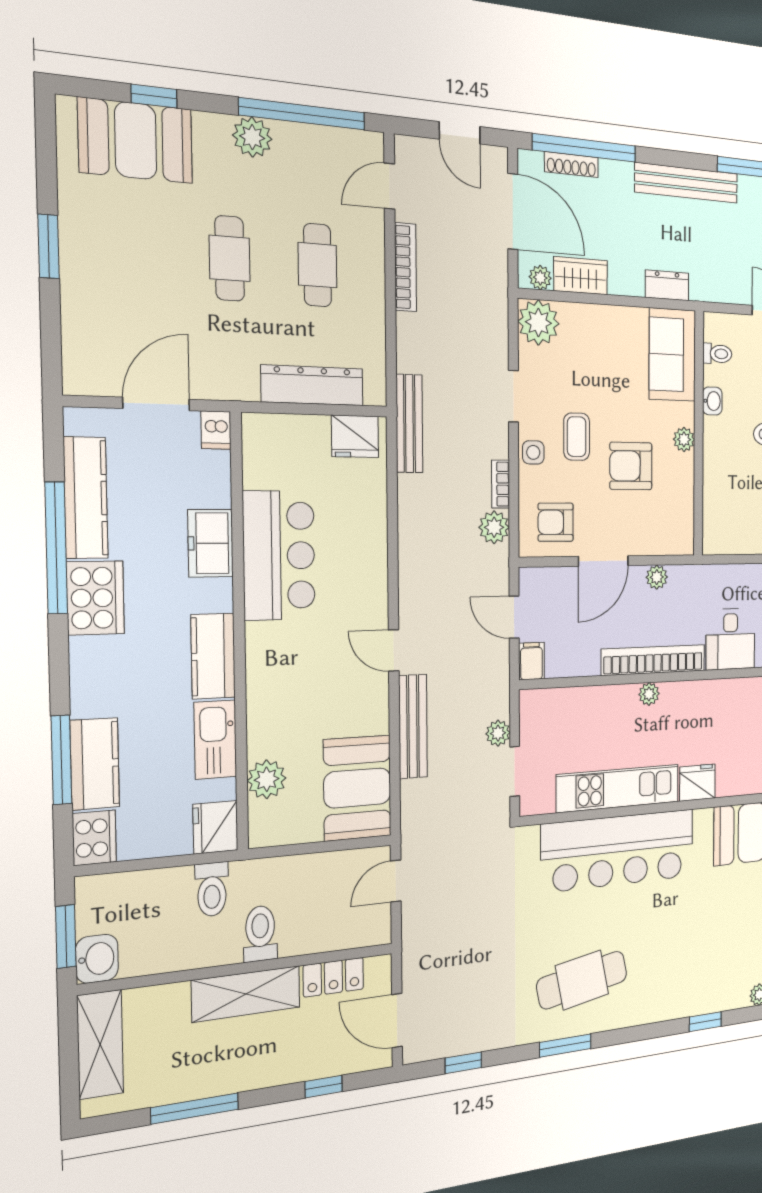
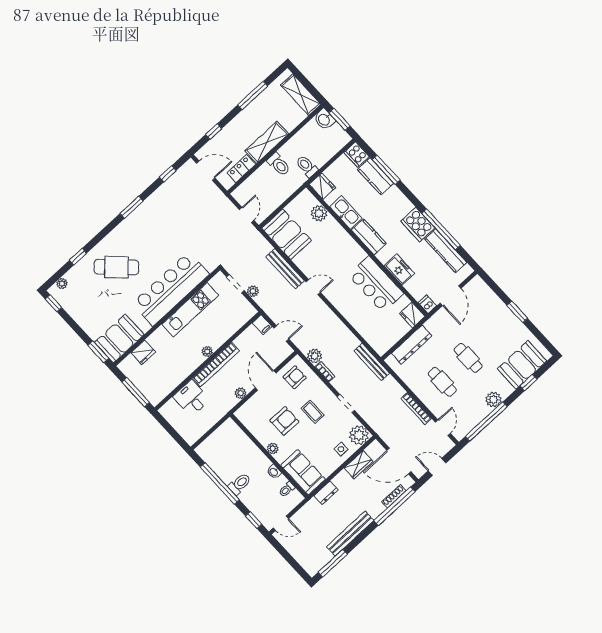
plant: (540, 278) -> (371, 450), removed
fridge: (355, 436) -> (412, 315), moved, turned -90
side table: (533, 452) -> (341, 449), moved
fridge: (697, 783) -> (143, 352), moved
cafe table: (582, 980) -> (116, 267), moved, turned 55

